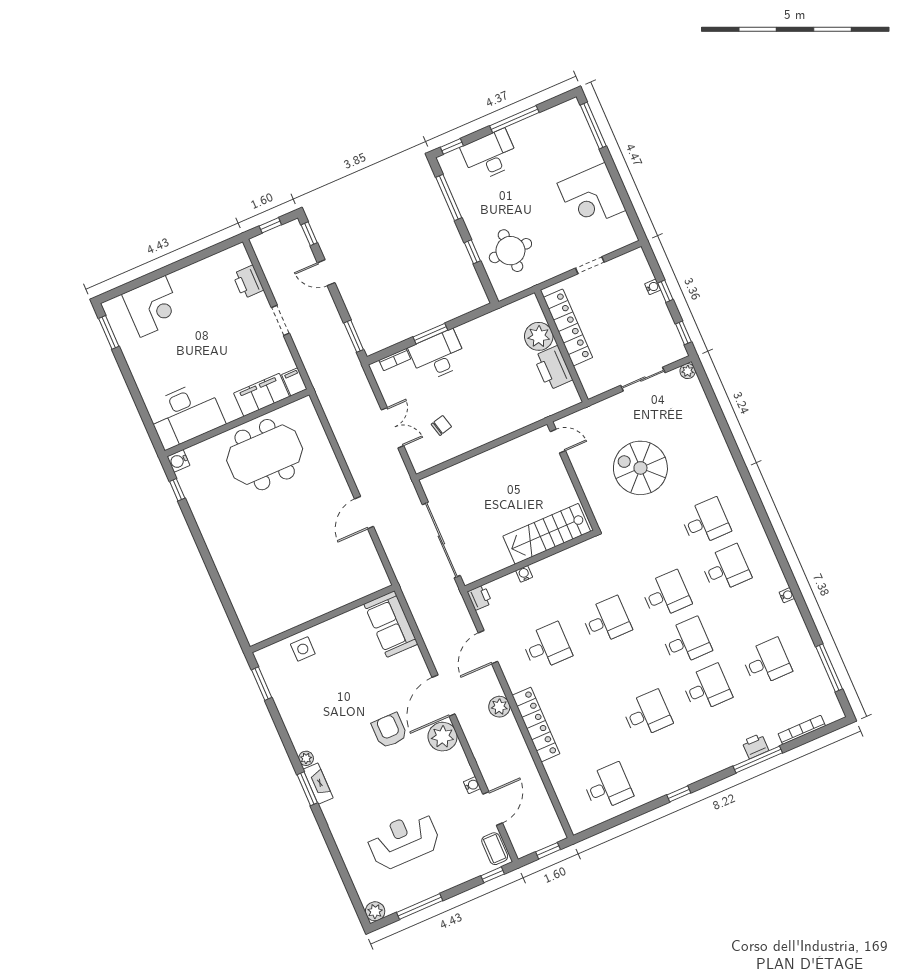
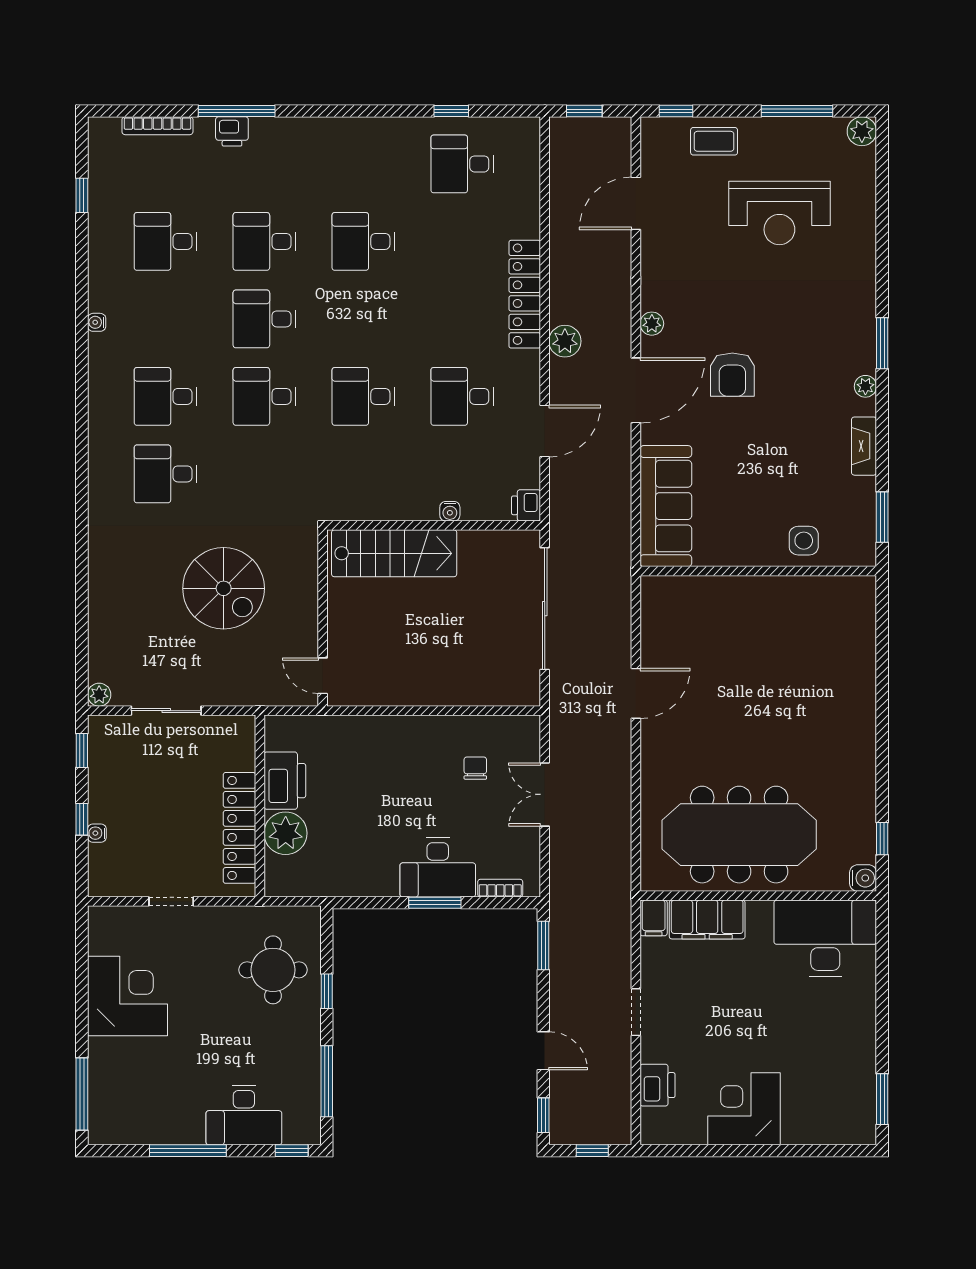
corner desk: (153, 306) -> (744, 1109), moved
chair: (441, 425) -> (475, 768), turned 104
meeting table: (265, 455) -> (739, 835), width x1.36
sofa: (391, 624) -> (666, 506), width x1.36
window: (829, 668) -> (82, 195), width x0.46
plant: (443, 737) -> (652, 324), width x0.53, depth x0.53
fireplace: (318, 784) -> (864, 446), moved
water cooler: (472, 785) -> (650, 248), removed
window: (679, 794) -> (451, 111), moved
coffee table: (495, 849) -> (714, 141), moved, turned 90

